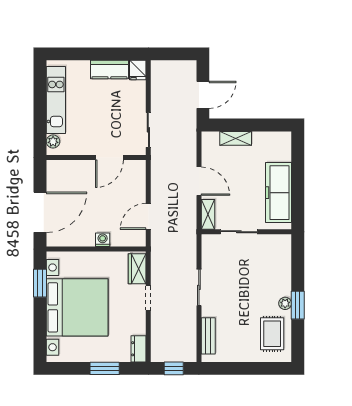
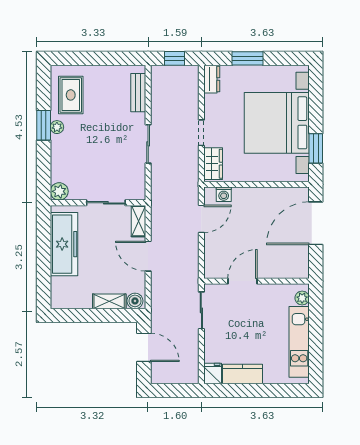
door: (203, 95) -> (144, 347), swing flipped
boiler: (211, 139) -> (135, 301), added
washing machine: (103, 240) -> (224, 194), moved
plant: (283, 242) -> (59, 191), added

